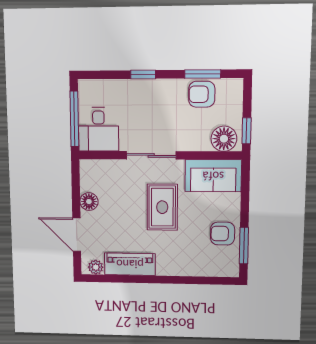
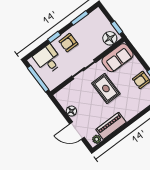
armchair: (202, 94) -> (68, 43), moved
desk: (98, 129) -> (48, 59), moved, turned 180

